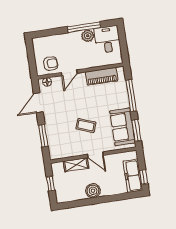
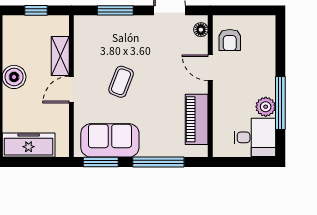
window: (144, 177) -> (24, 162), removed

